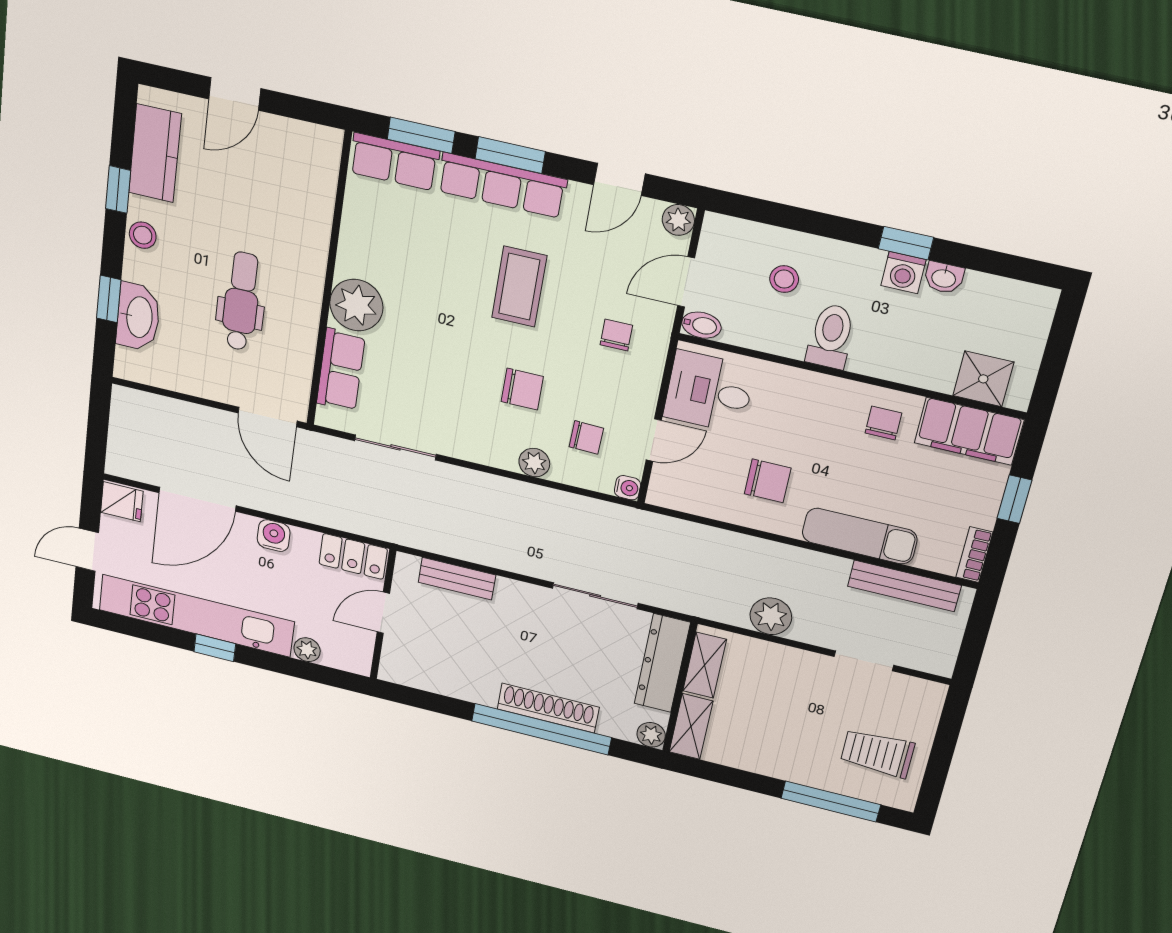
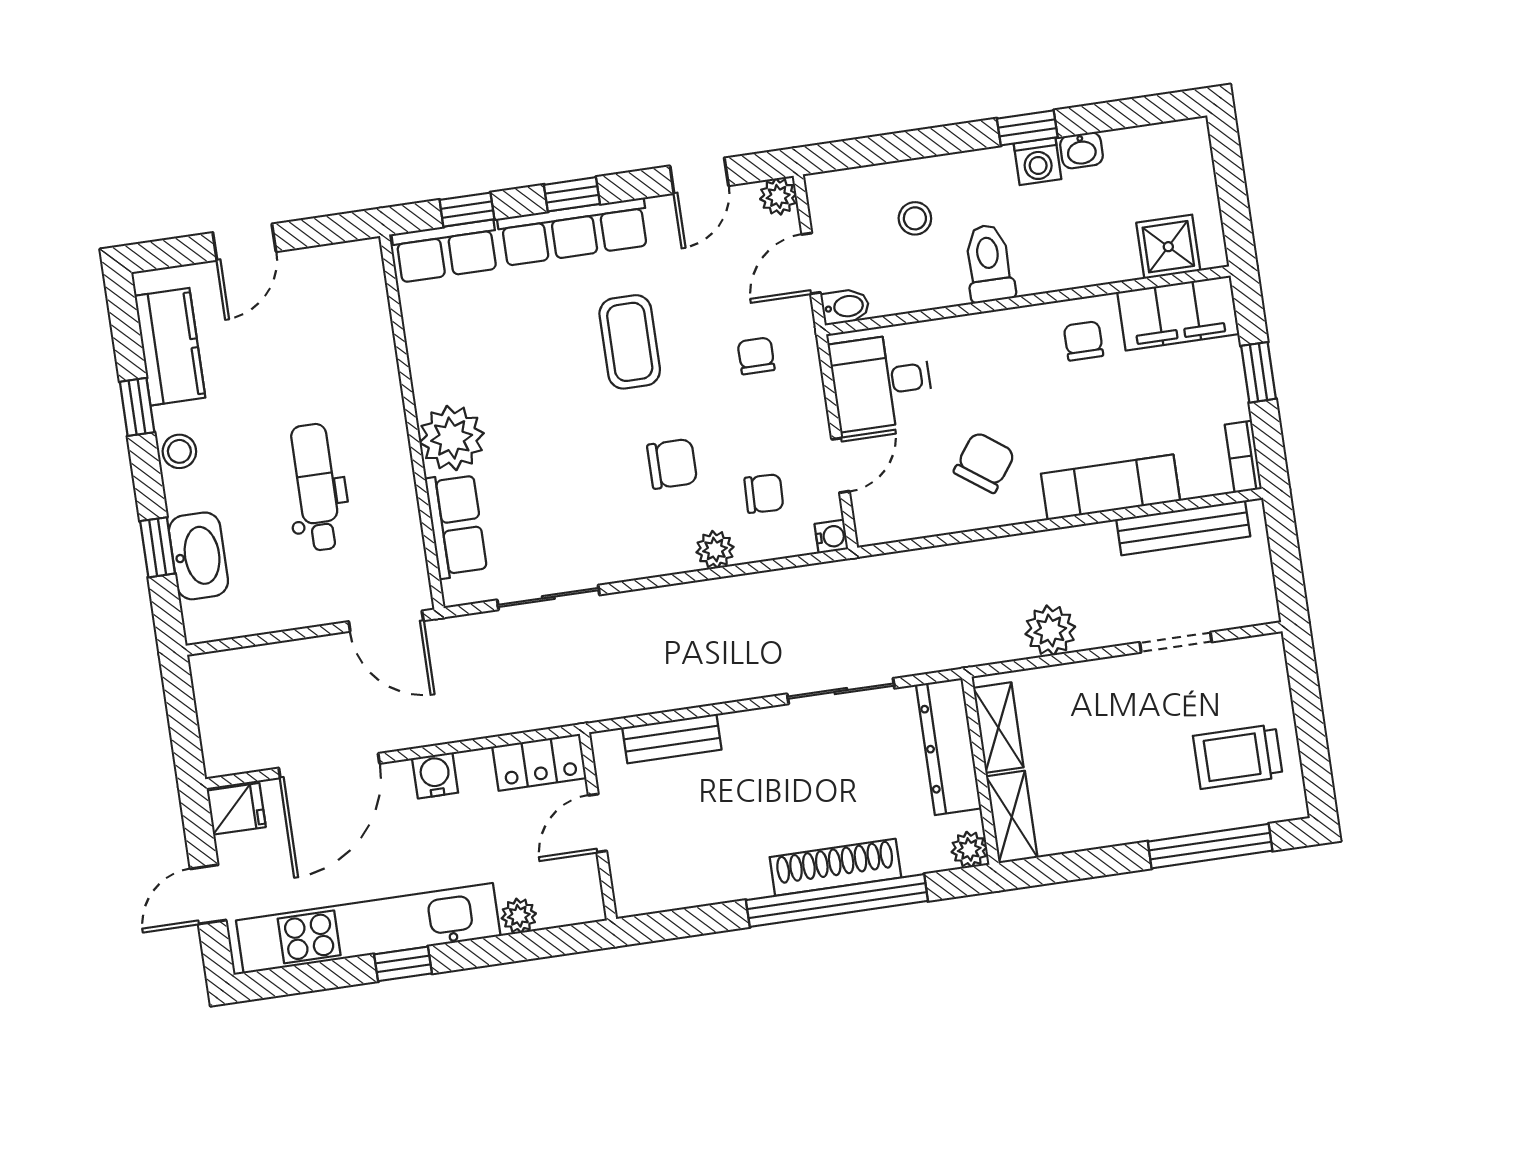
window: (421, 135) -> (467, 210), width x0.67
window: (510, 155) -> (572, 194), width x0.67
chair: (768, 481) -> (984, 462), turned -54

